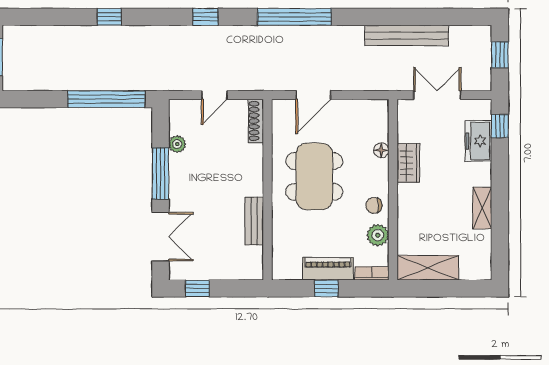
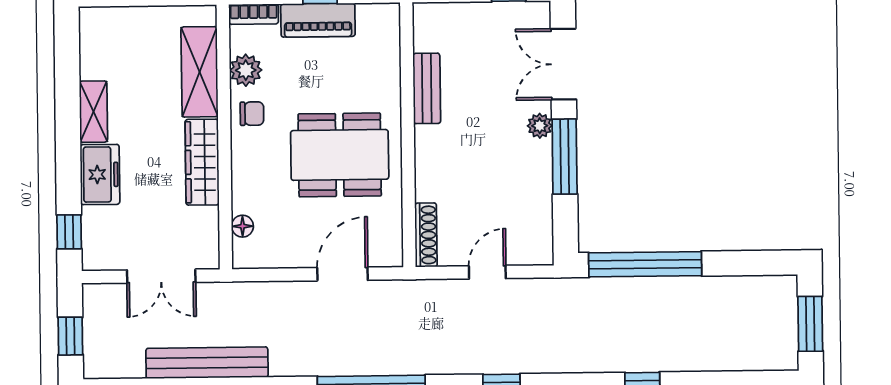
freezer: (478, 141) -> (100, 174), moved
plant: (177, 144) -> (540, 126), moved
floor lamp: (381, 150) -> (242, 226), moved
wardrobe: (408, 163) -> (202, 162), width x1.50
dining table: (314, 176) -> (340, 155), turned 90
shelving: (428, 268) -> (200, 72), moved, turned 90

